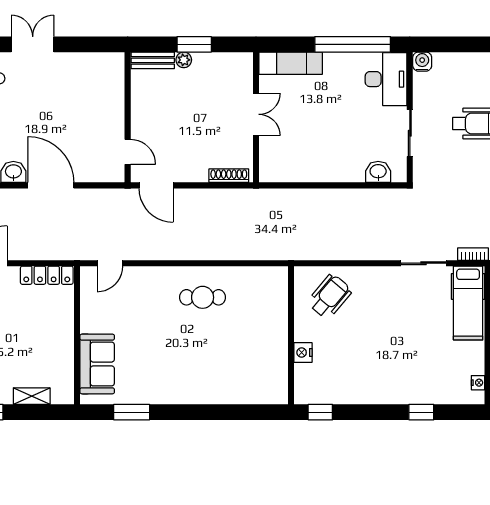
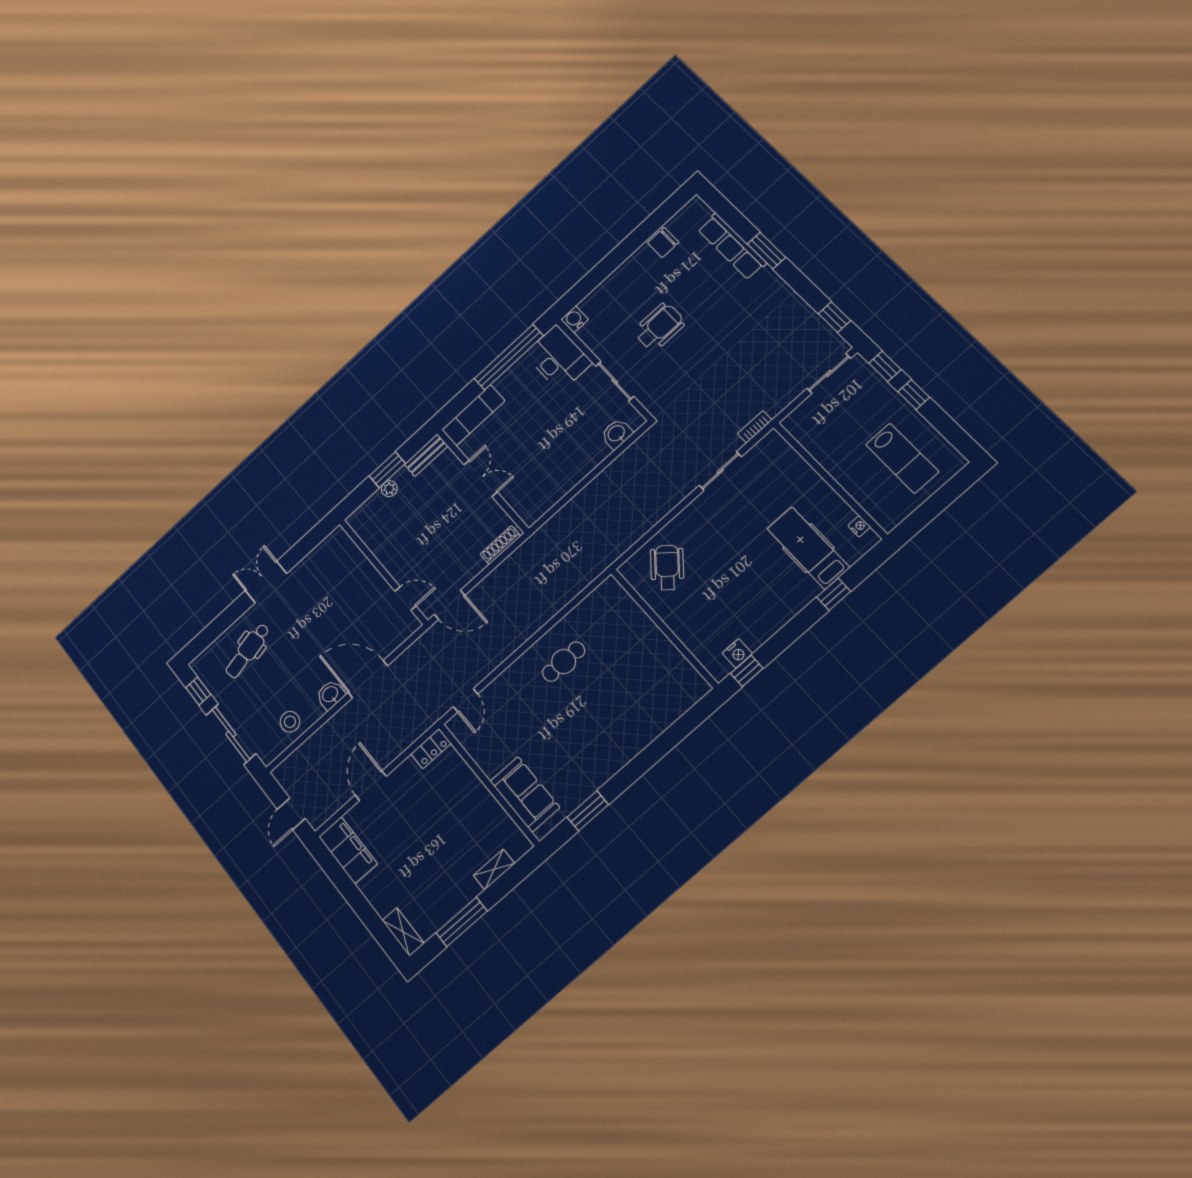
bench: (153, 60) -> (426, 455), moved
locker: (47, 275) -> (431, 749), width x0.66
hospital bed: (468, 303) -> (808, 548), moved, turned 180
nightstand: (303, 353) -> (737, 653), moved, turned -90

